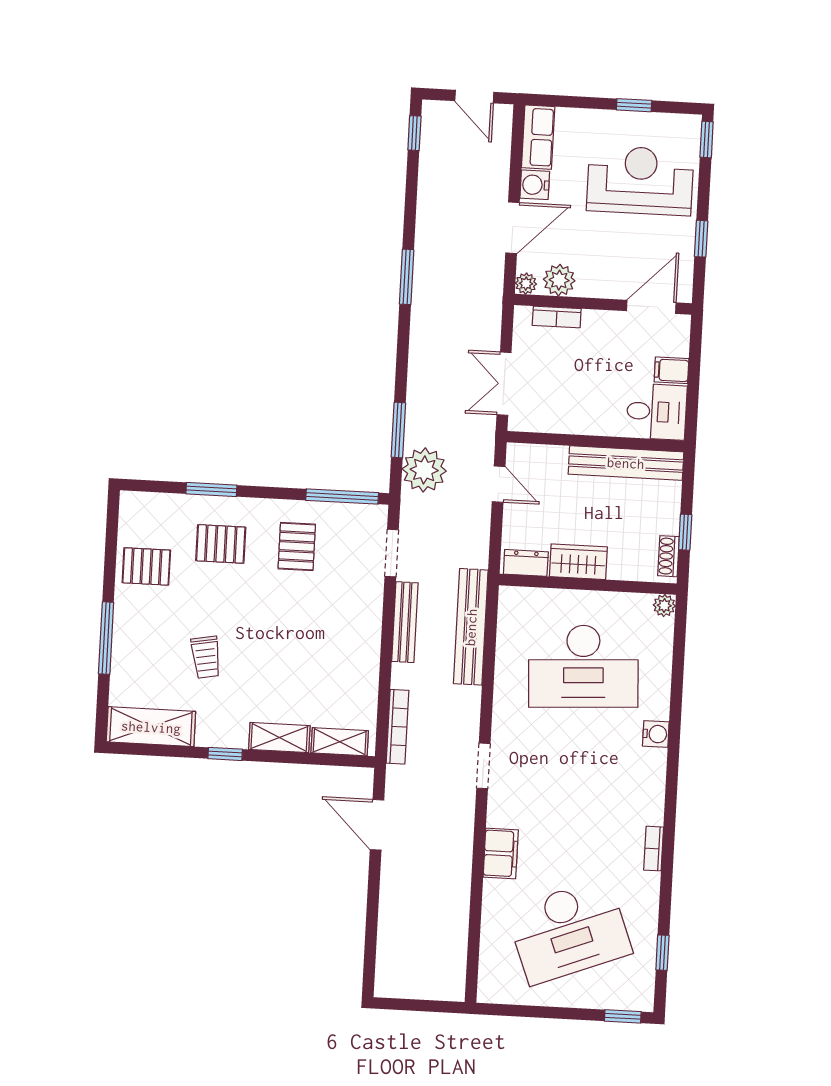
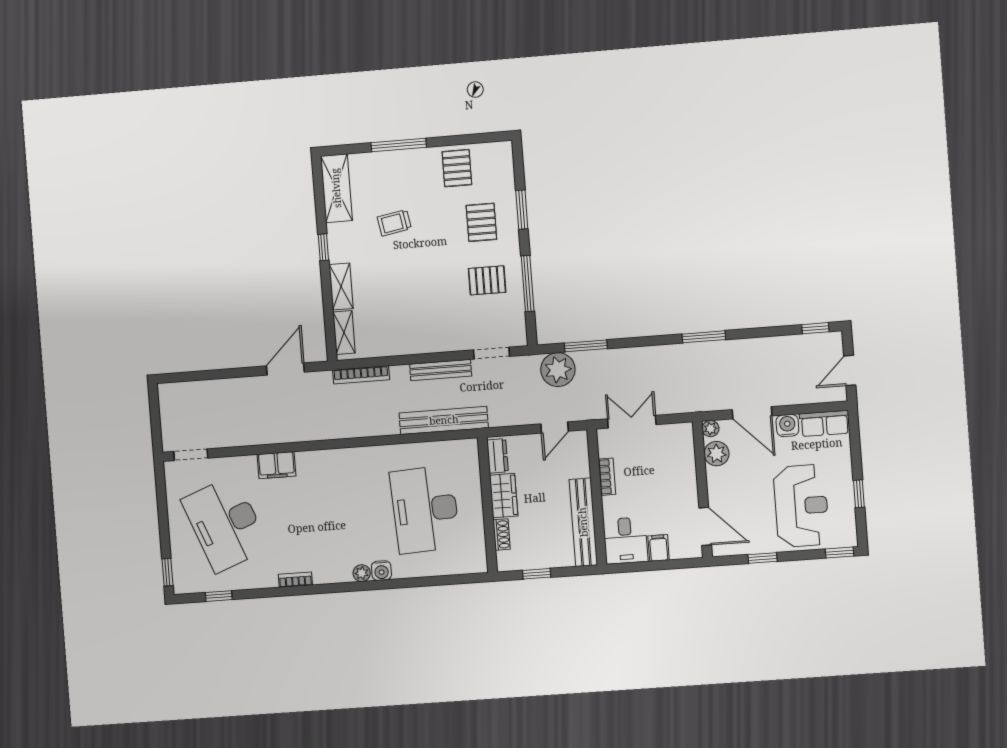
bookcase: (557, 317) -> (607, 477), moved, turned 180
window: (342, 497) -> (528, 284), moved
shoe rack: (668, 556) -> (502, 535), moved, turned 90
plant: (664, 605) -> (362, 573), moved
doorway: (483, 766) -> (191, 455), moved

